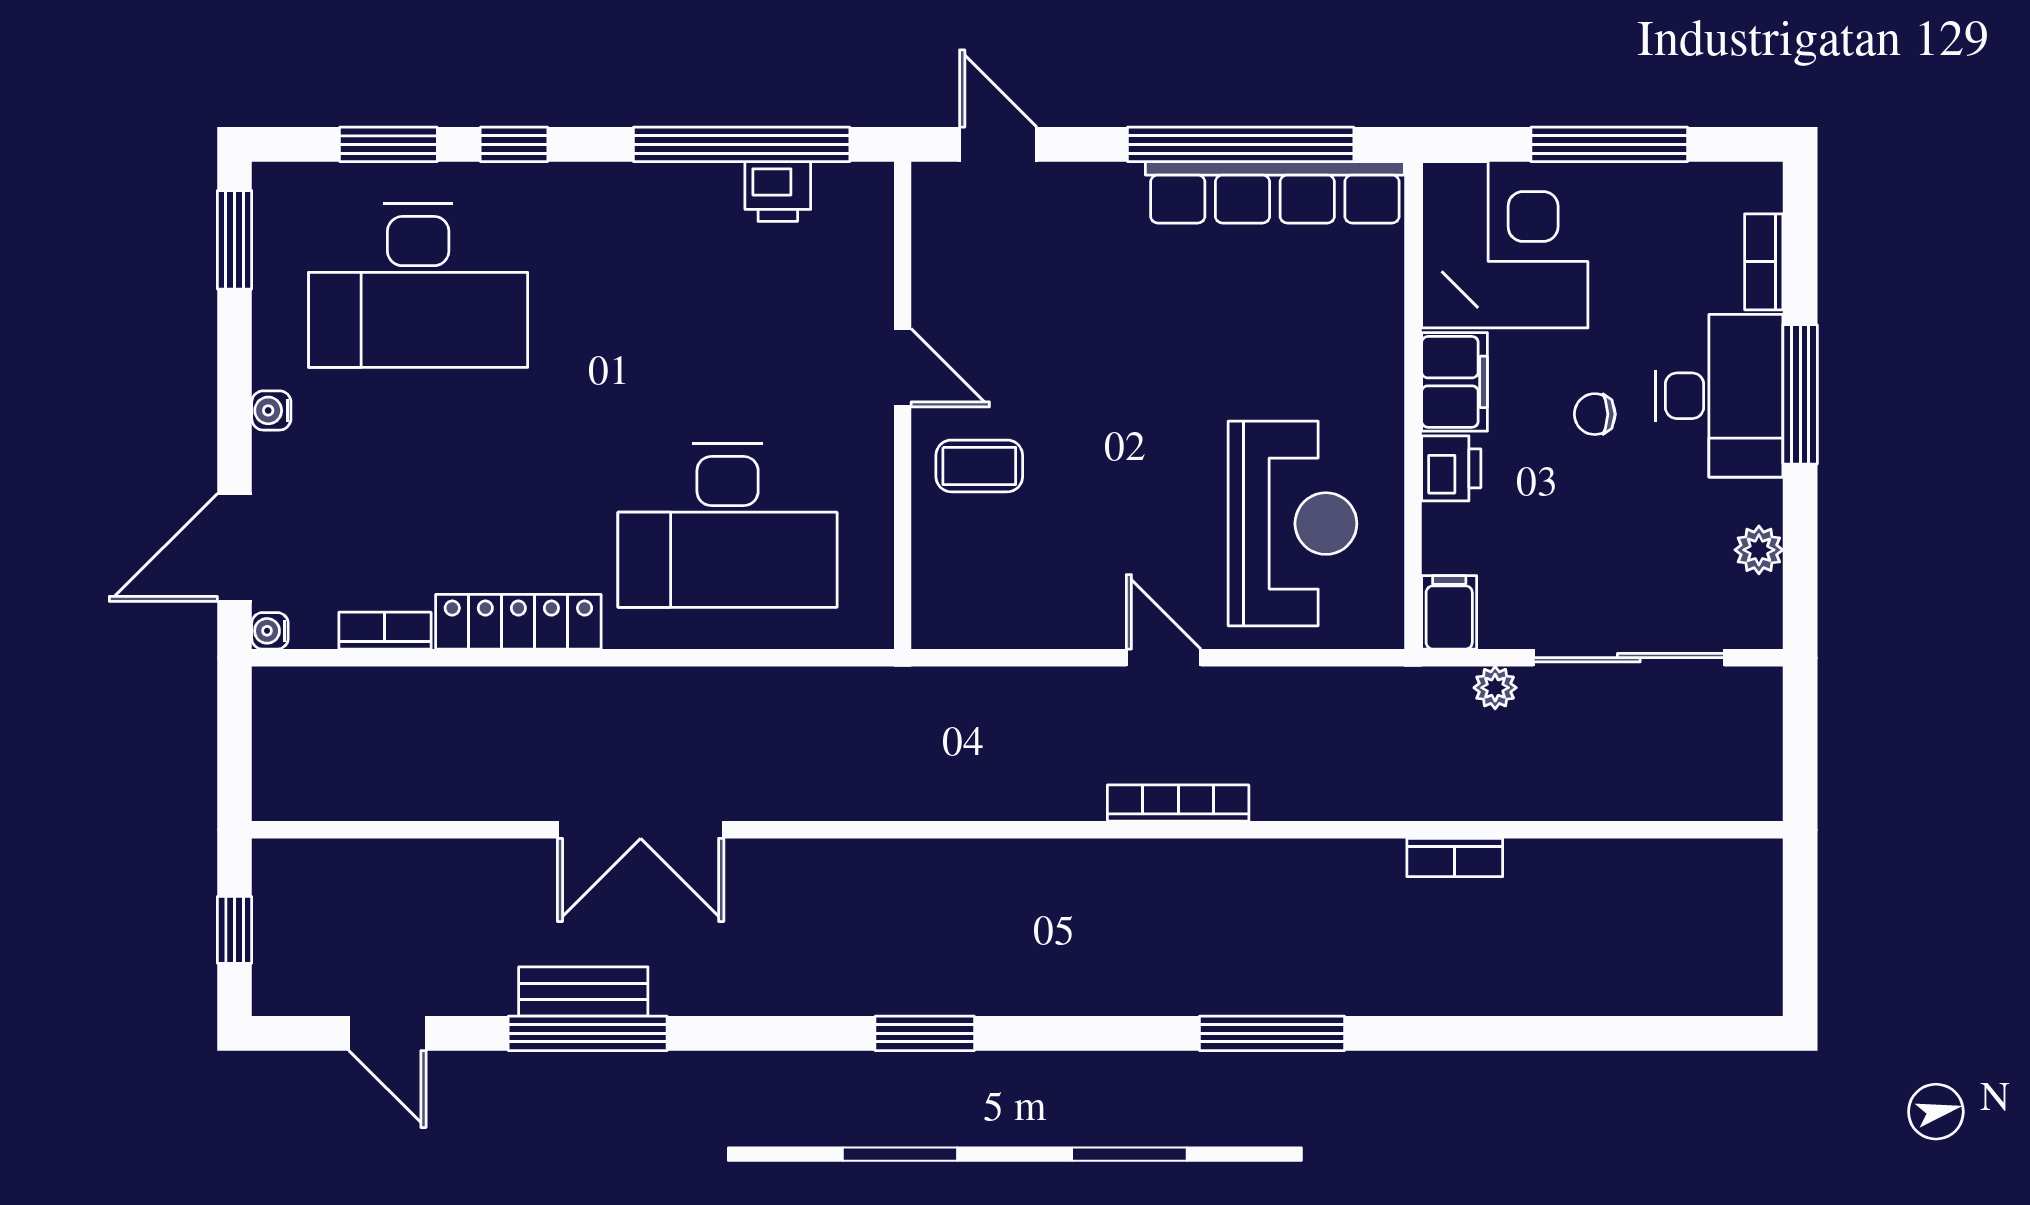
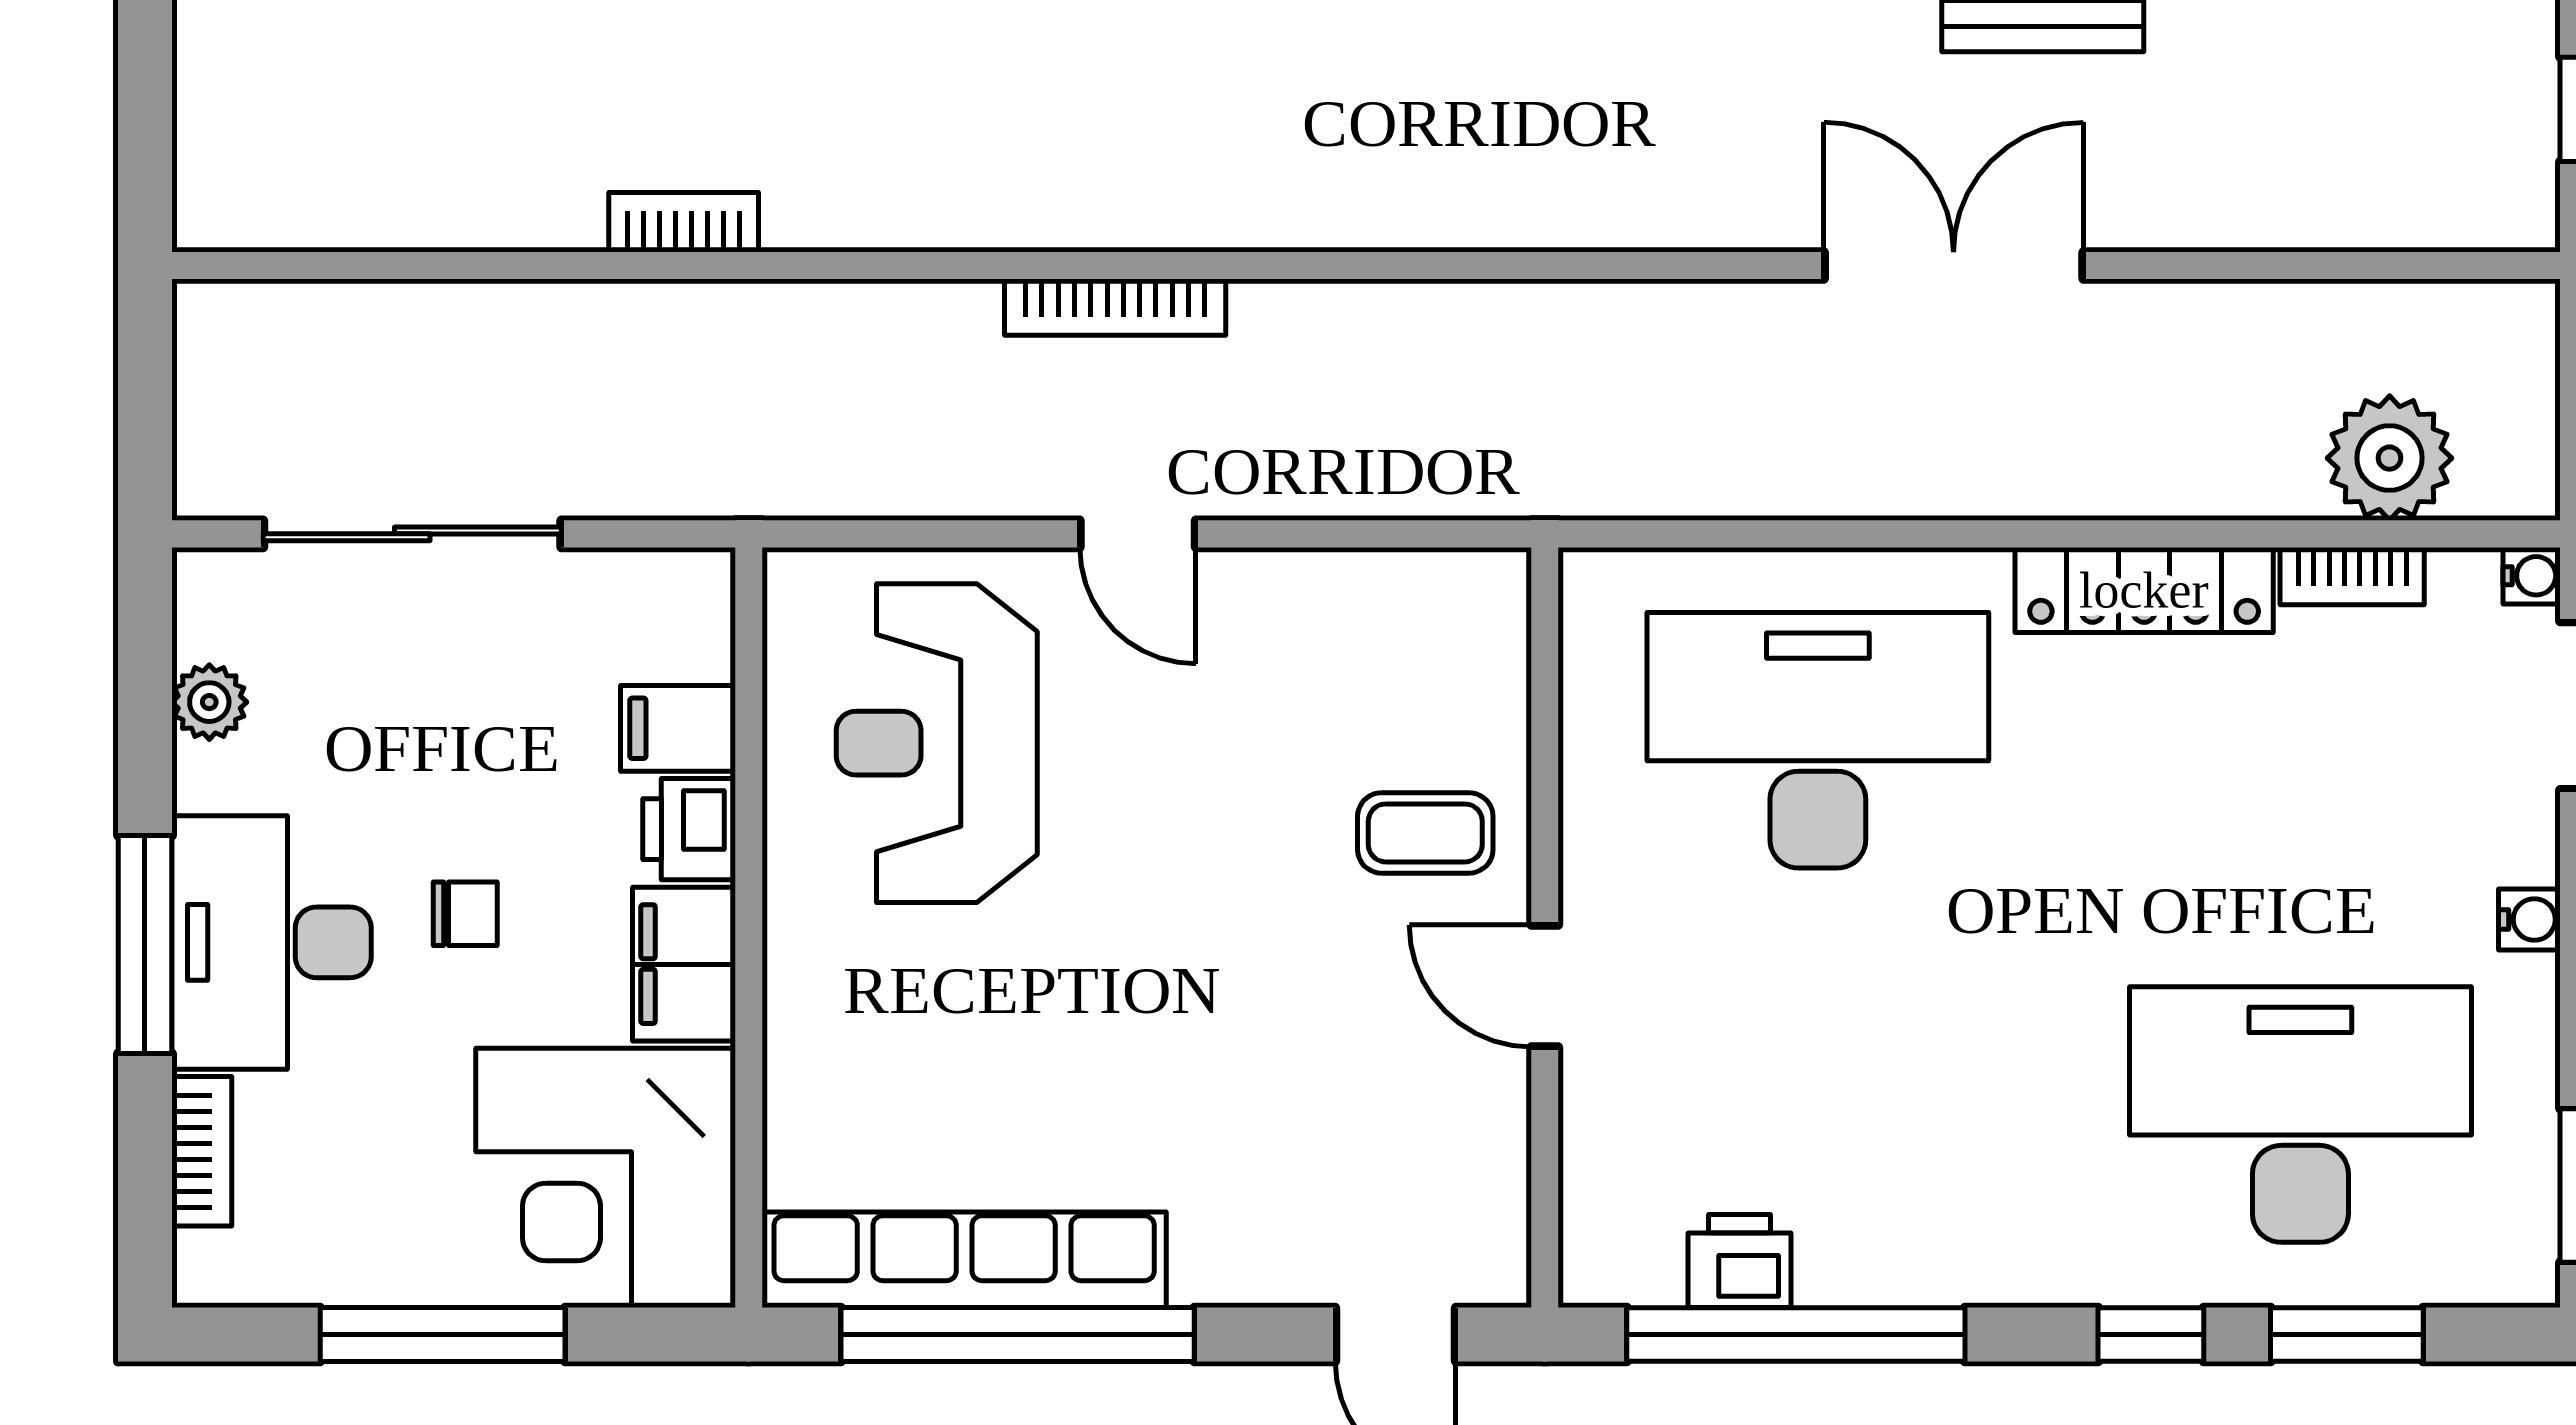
filing cabinet: (1449, 612) -> (678, 728), moved, turned 90
plant: (1495, 688) -> (2390, 458), moved, width x1.87, depth x1.87

